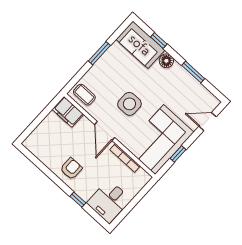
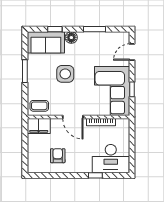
side table: (129, 104) -> (65, 74), moved
armchair: (71, 169) -> (58, 156), moved
desk: (109, 201) -> (111, 159), width x1.37

